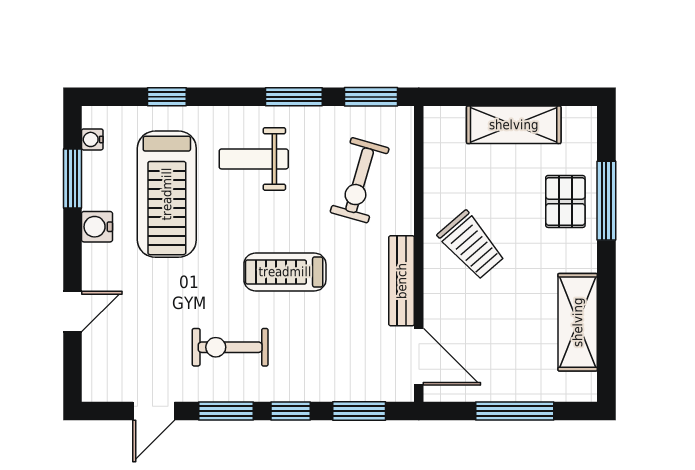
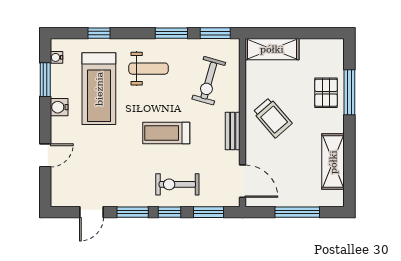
shelving: (514, 125) -> (272, 49), moved
weight bench: (254, 159) -> (148, 69), turned 180
bench: (402, 281) -> (233, 131), width x0.73
exercise bike: (230, 347) -> (177, 184), moved

